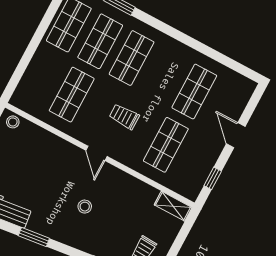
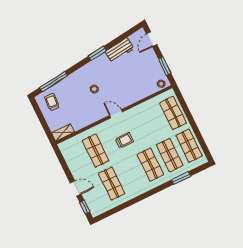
shop shelf: (72, 95) -> (173, 113), moved
window: (213, 178) -> (85, 207), moved

